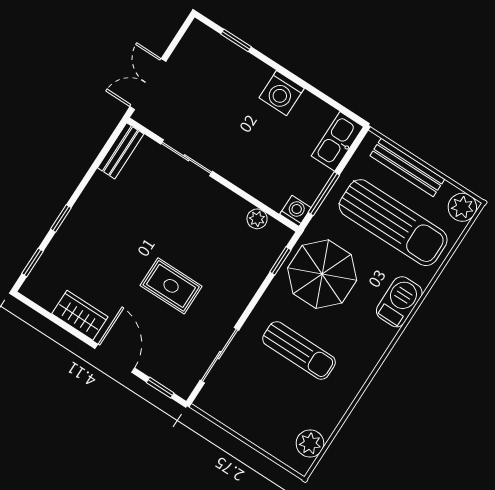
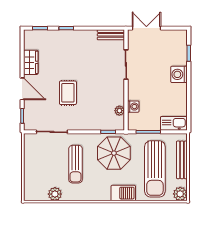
washing machine: (282, 93) -> (179, 74), moved
washing machine: (295, 211) -> (133, 107), moved
door: (115, 358) -> (22, 89), hinge flipped
plant: (310, 443) -> (55, 194), moved

